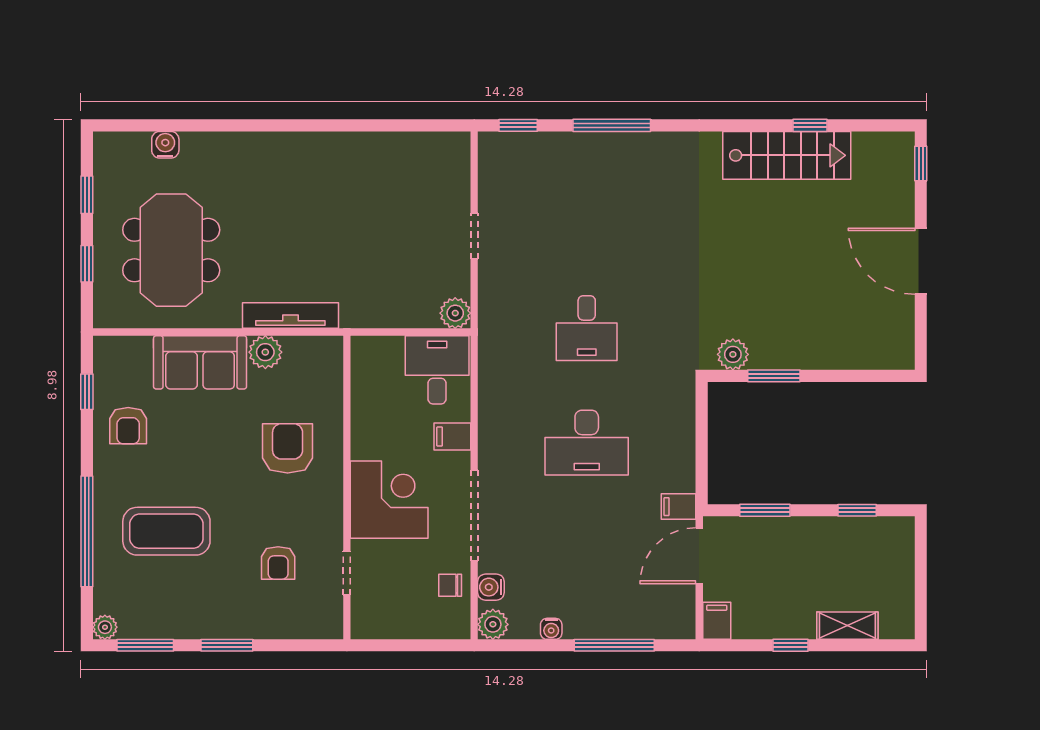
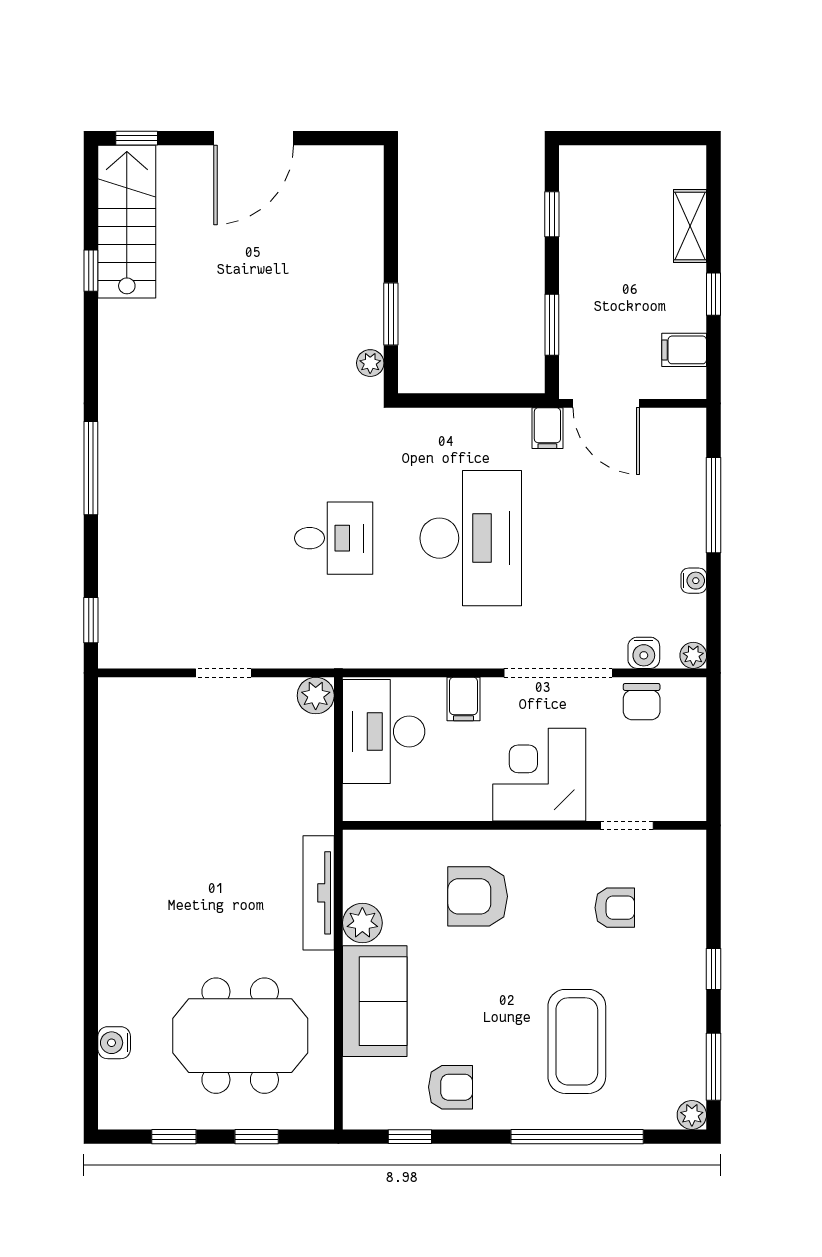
window: (612, 125) -> (91, 468), moved
stairs: (787, 155) -> (127, 222), moved
plant: (733, 354) -> (370, 363), width x0.73, depth x0.73
desk: (437, 370) -> (384, 731), width x1.37
desk: (587, 443) -> (471, 538), width x1.36, depth x1.30
chair: (450, 585) -> (642, 702), width x1.37, depth x1.37
filing cabinet: (717, 621) -> (684, 350), moved
plant: (493, 624) -> (693, 655), width x0.73, depth x0.73
window: (227, 645) -> (714, 969), width x0.67

